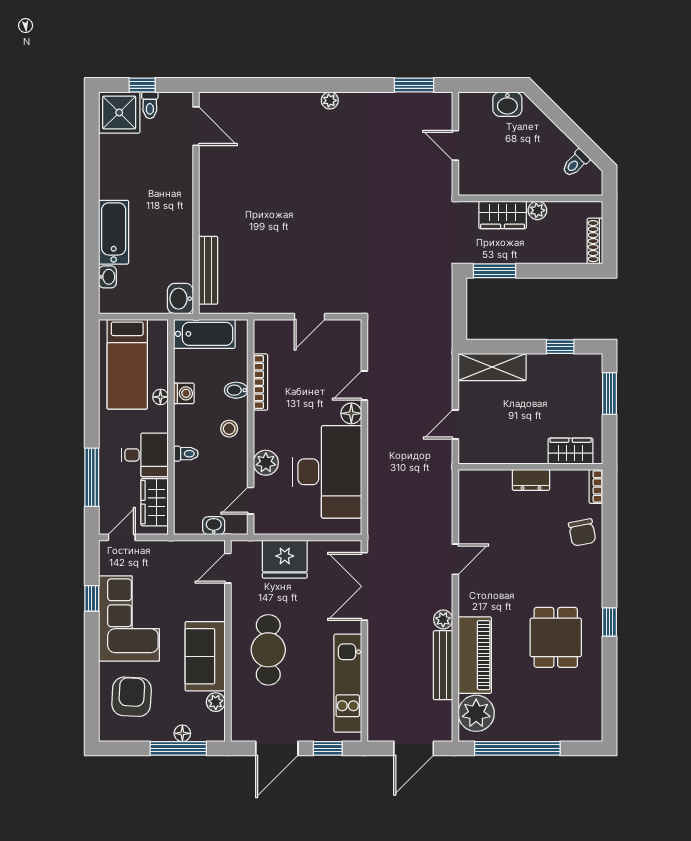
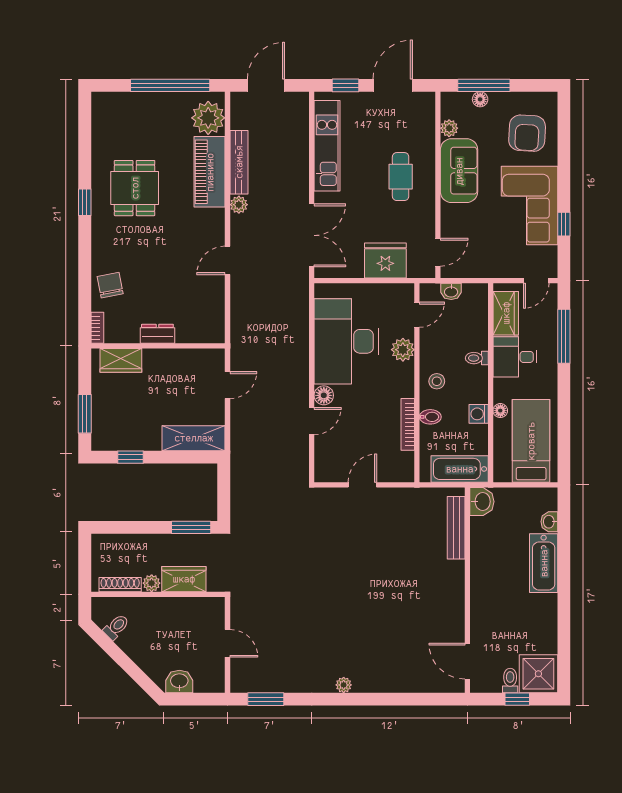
shoe rack: (595, 241) -> (120, 585), moved, turned -90
cafe table: (268, 650) -> (401, 177), width x0.73, depth x0.74

